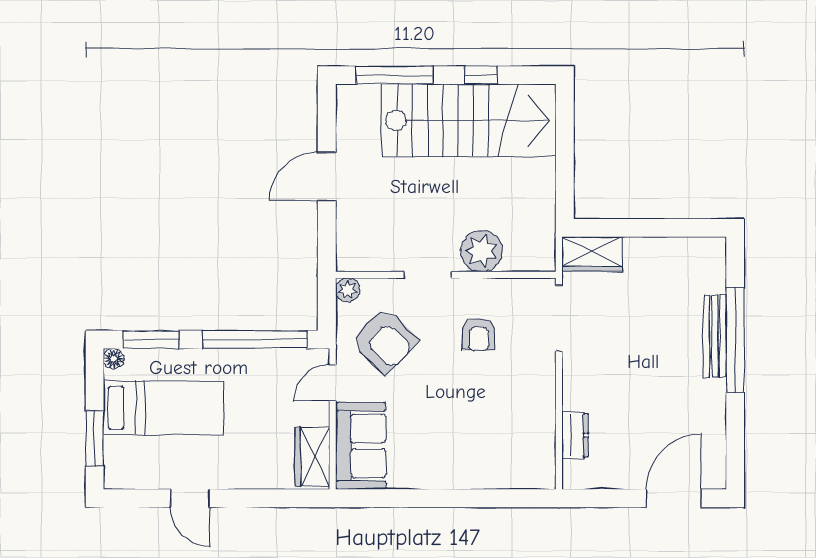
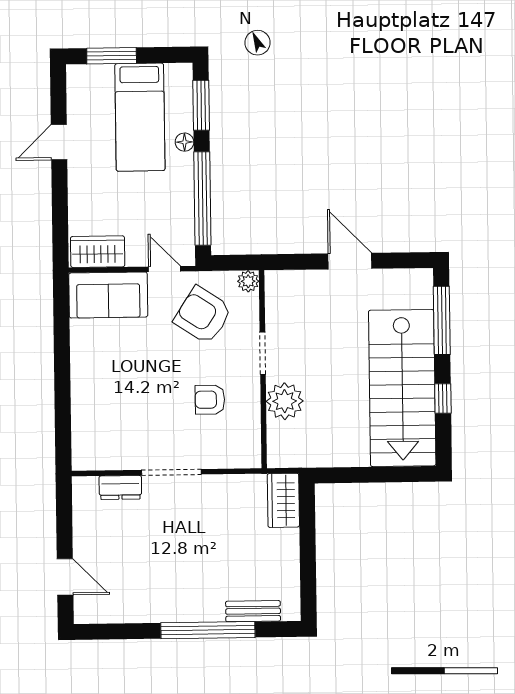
doorway: (559, 318) -> (171, 472), moved
bench: (715, 336) -> (253, 611), moved, width x0.73
armchair: (385, 341) -> (203, 315), turned 79
floor lamp: (114, 359) -> (184, 142), moved
door: (674, 498) -> (65, 577), width x0.73

